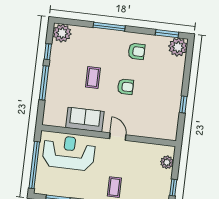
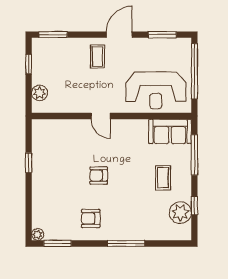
plant: (62, 33) -> (180, 213), moved
plant: (178, 47) -> (38, 234), width x0.53, depth x0.53
coffee table: (93, 78) -> (163, 178), moved
window: (44, 83) -> (194, 155), moved
sofa: (85, 120) -> (170, 131), moved

